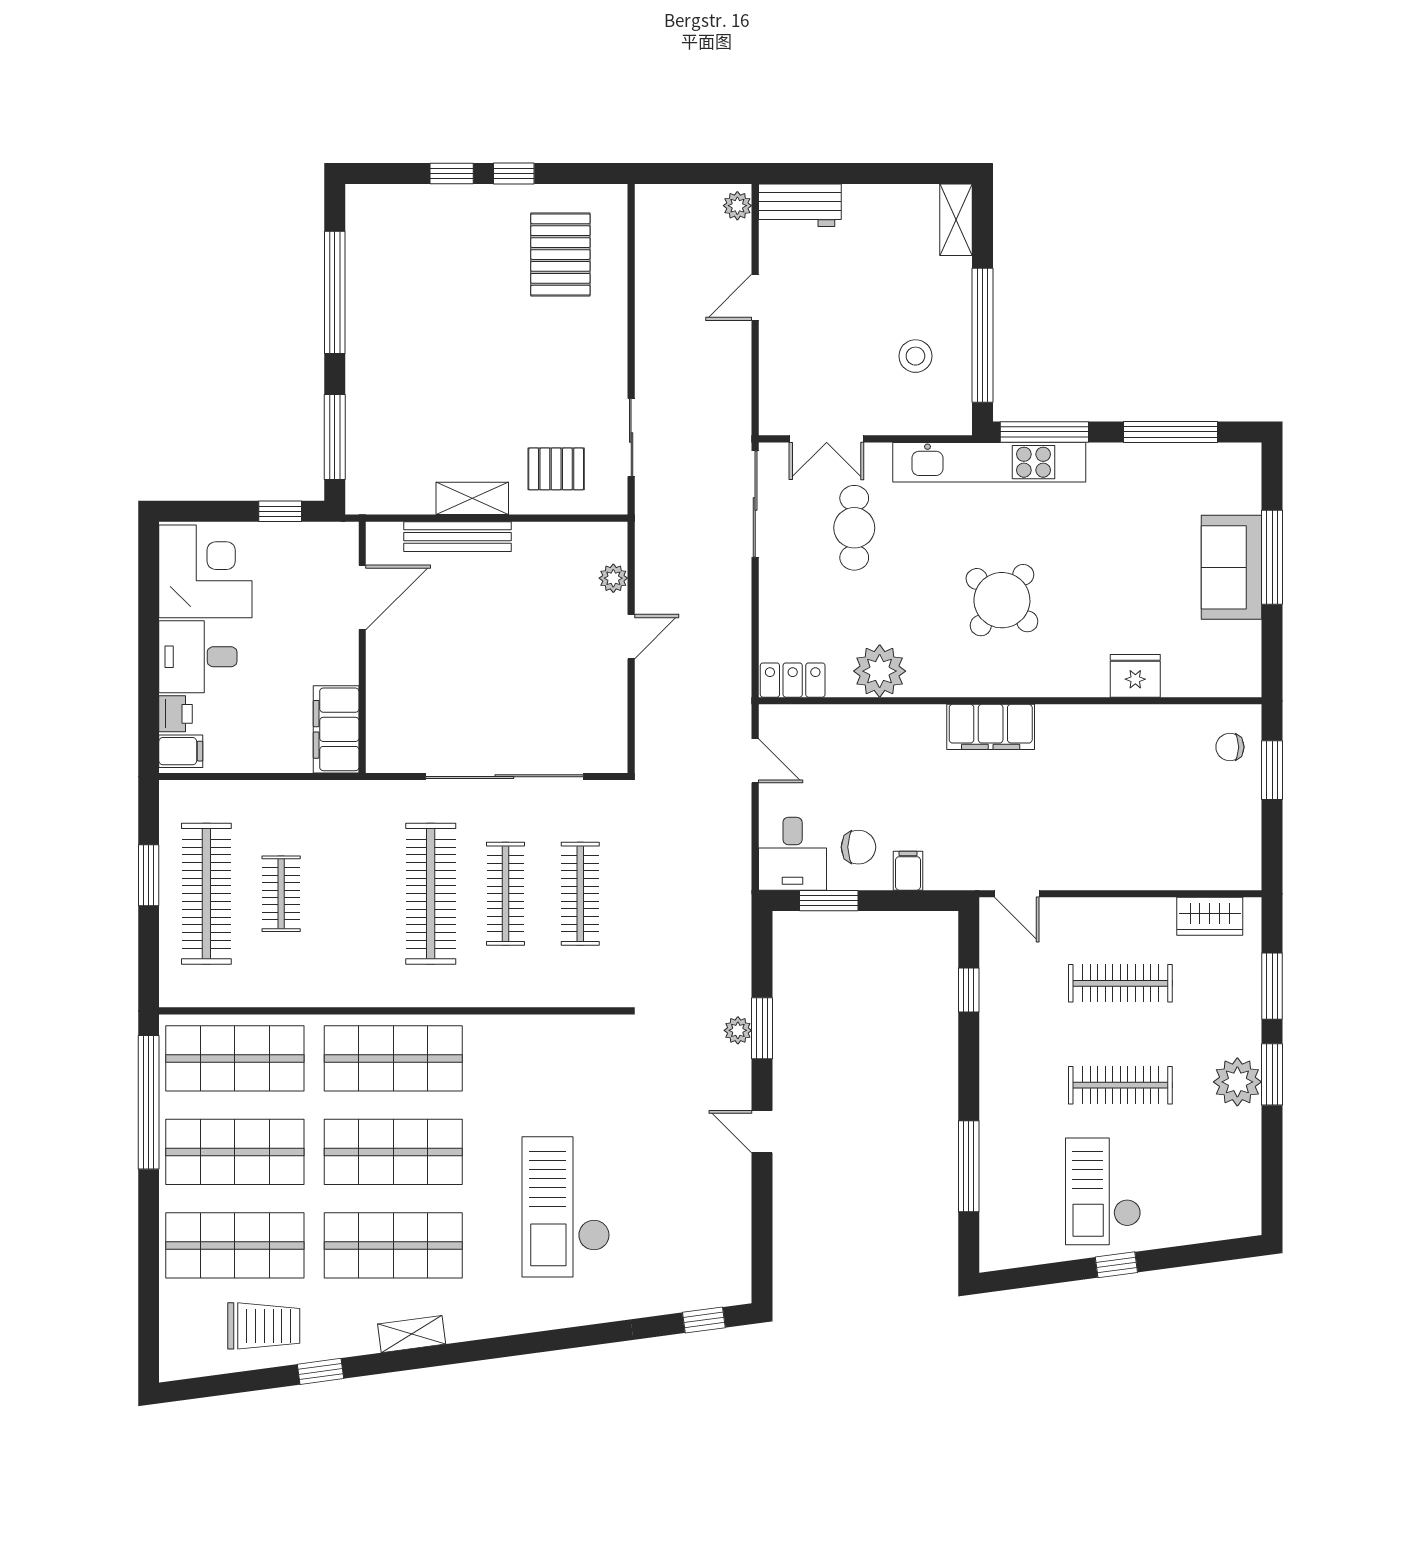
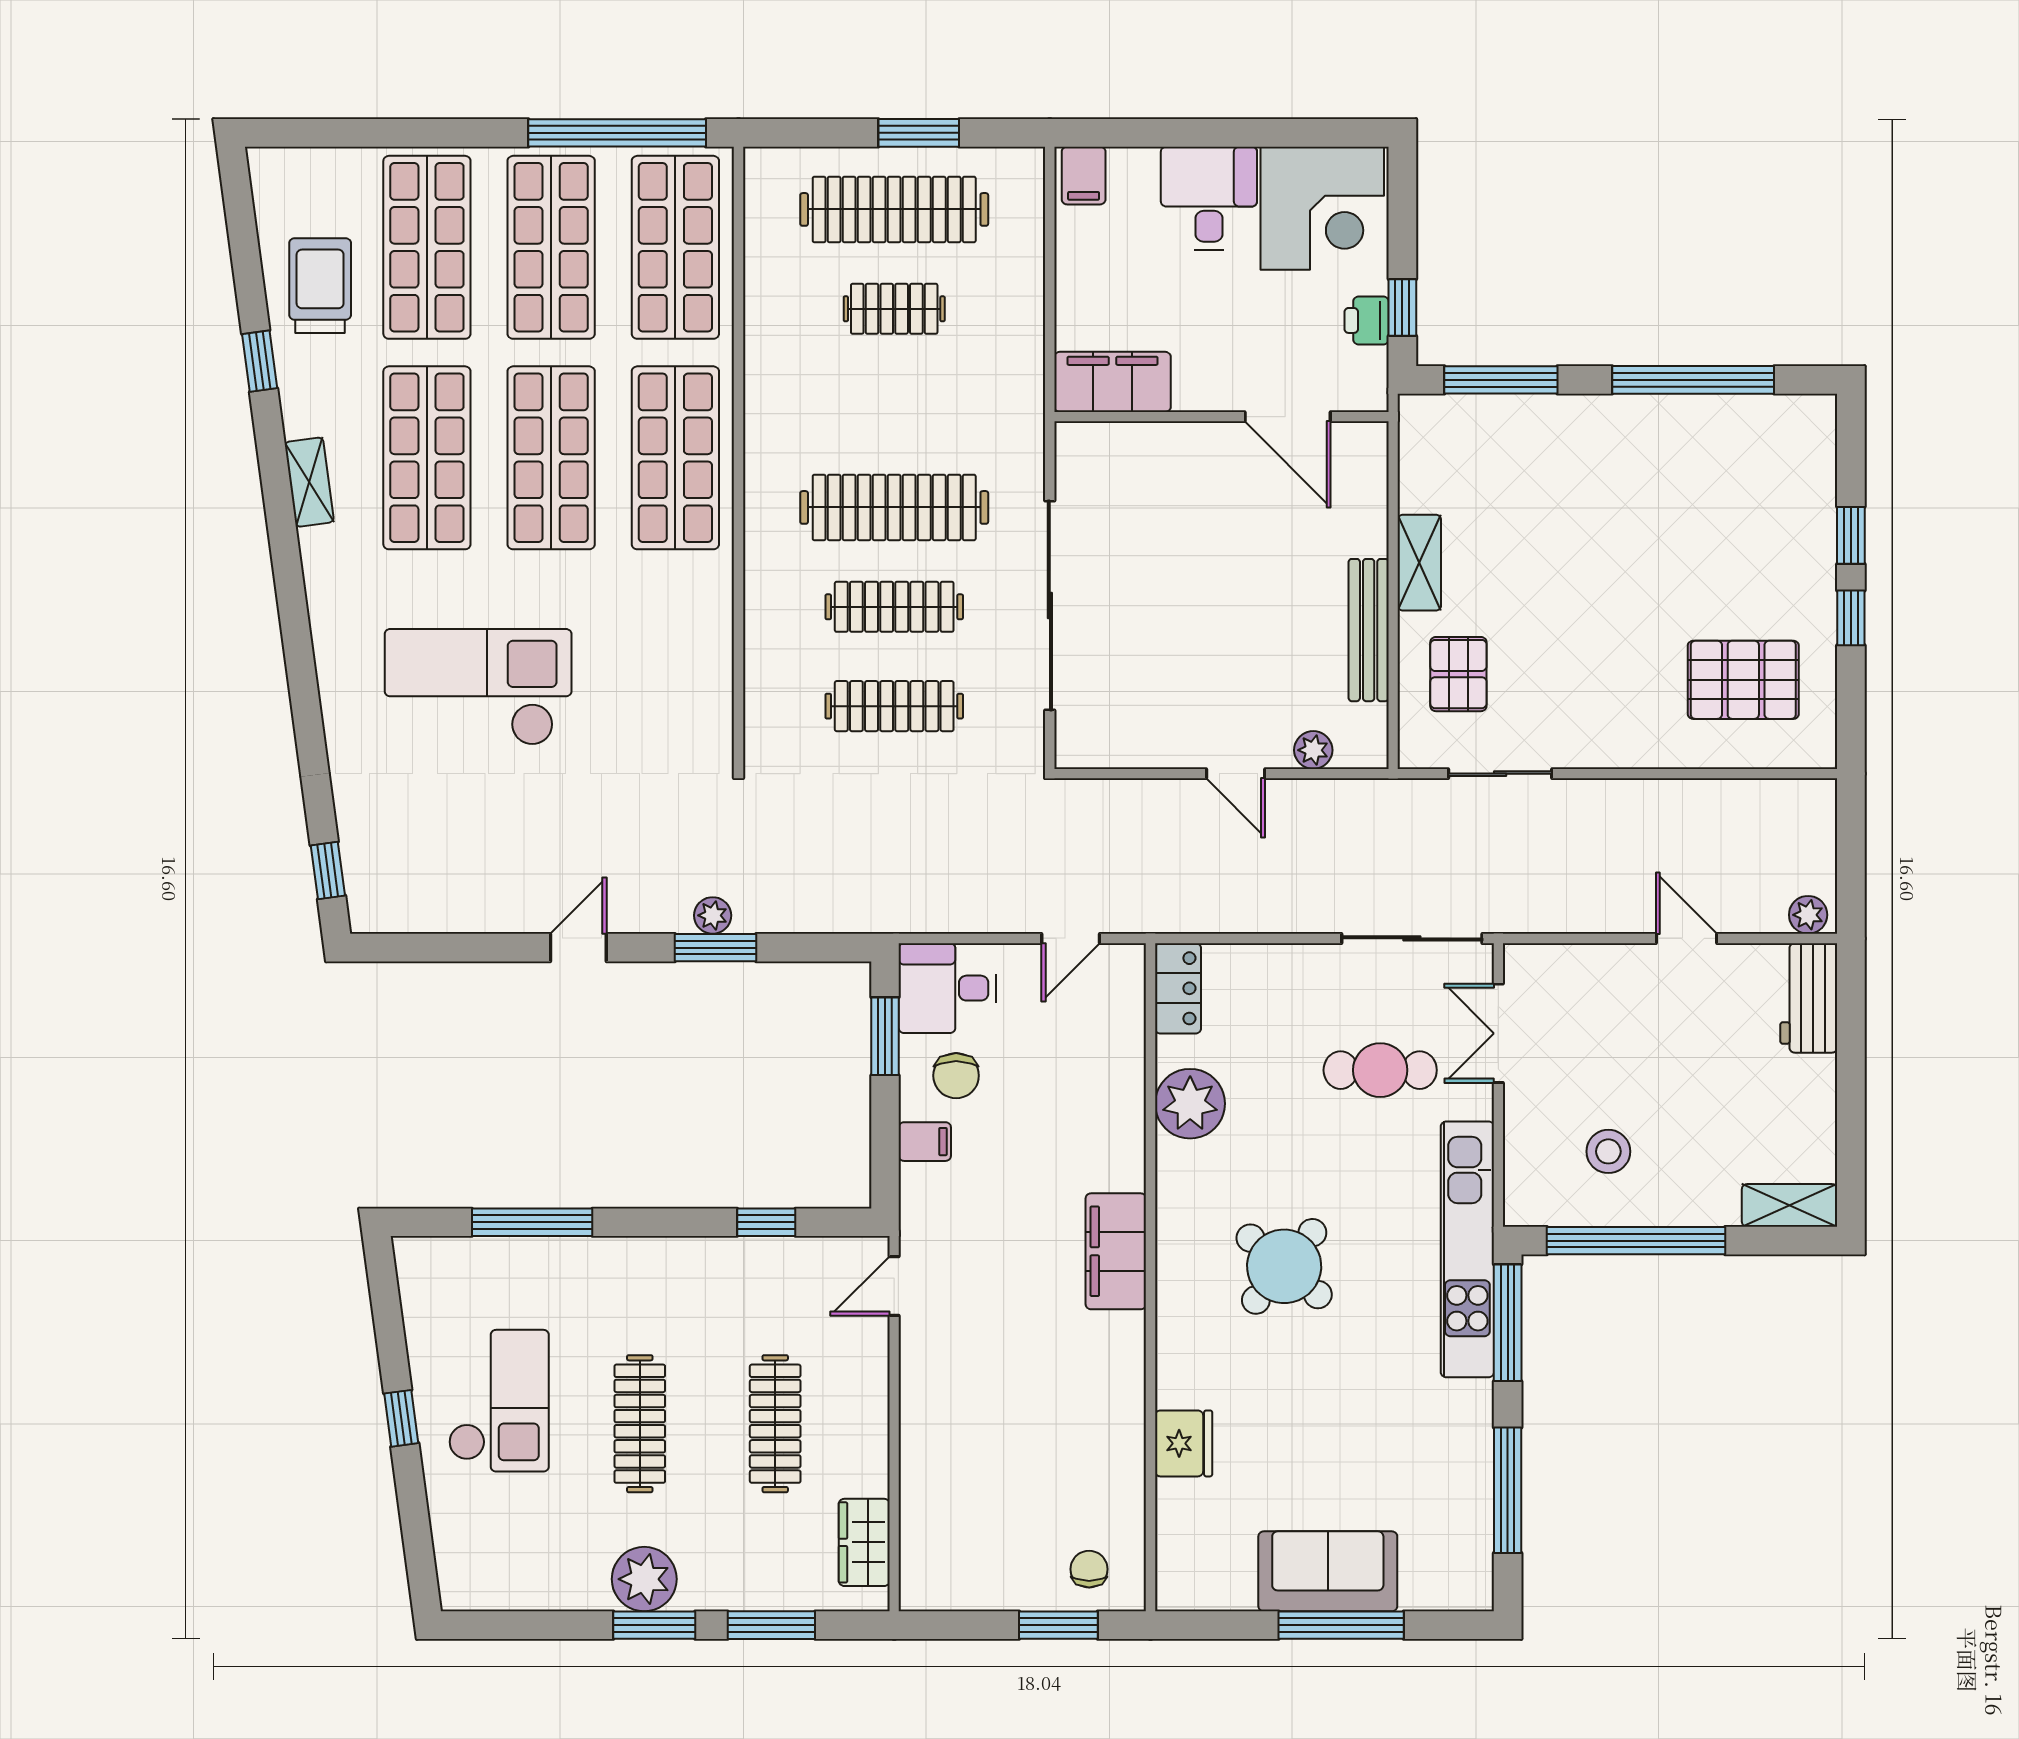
bench: (457, 537) -> (1369, 630), moved
printer: (176, 714) -> (1367, 320), moved, turned 90
checkout: (1103, 1191) -> (499, 1401), turned 90
trolley: (264, 1326) -> (320, 286), turned 180

